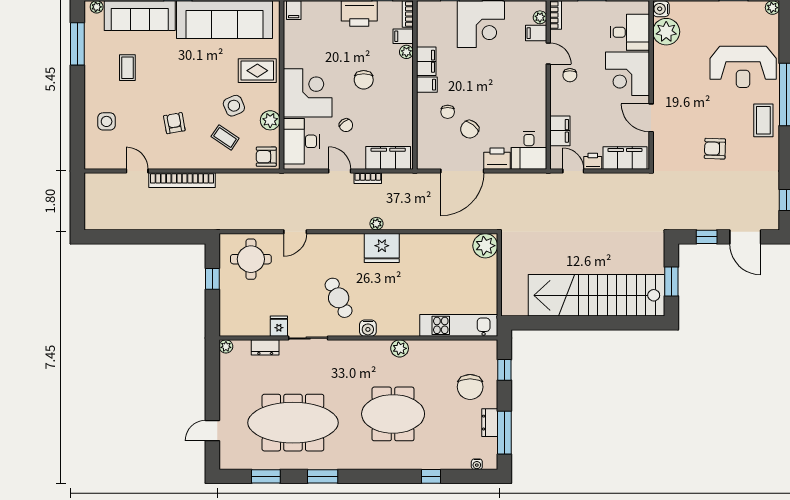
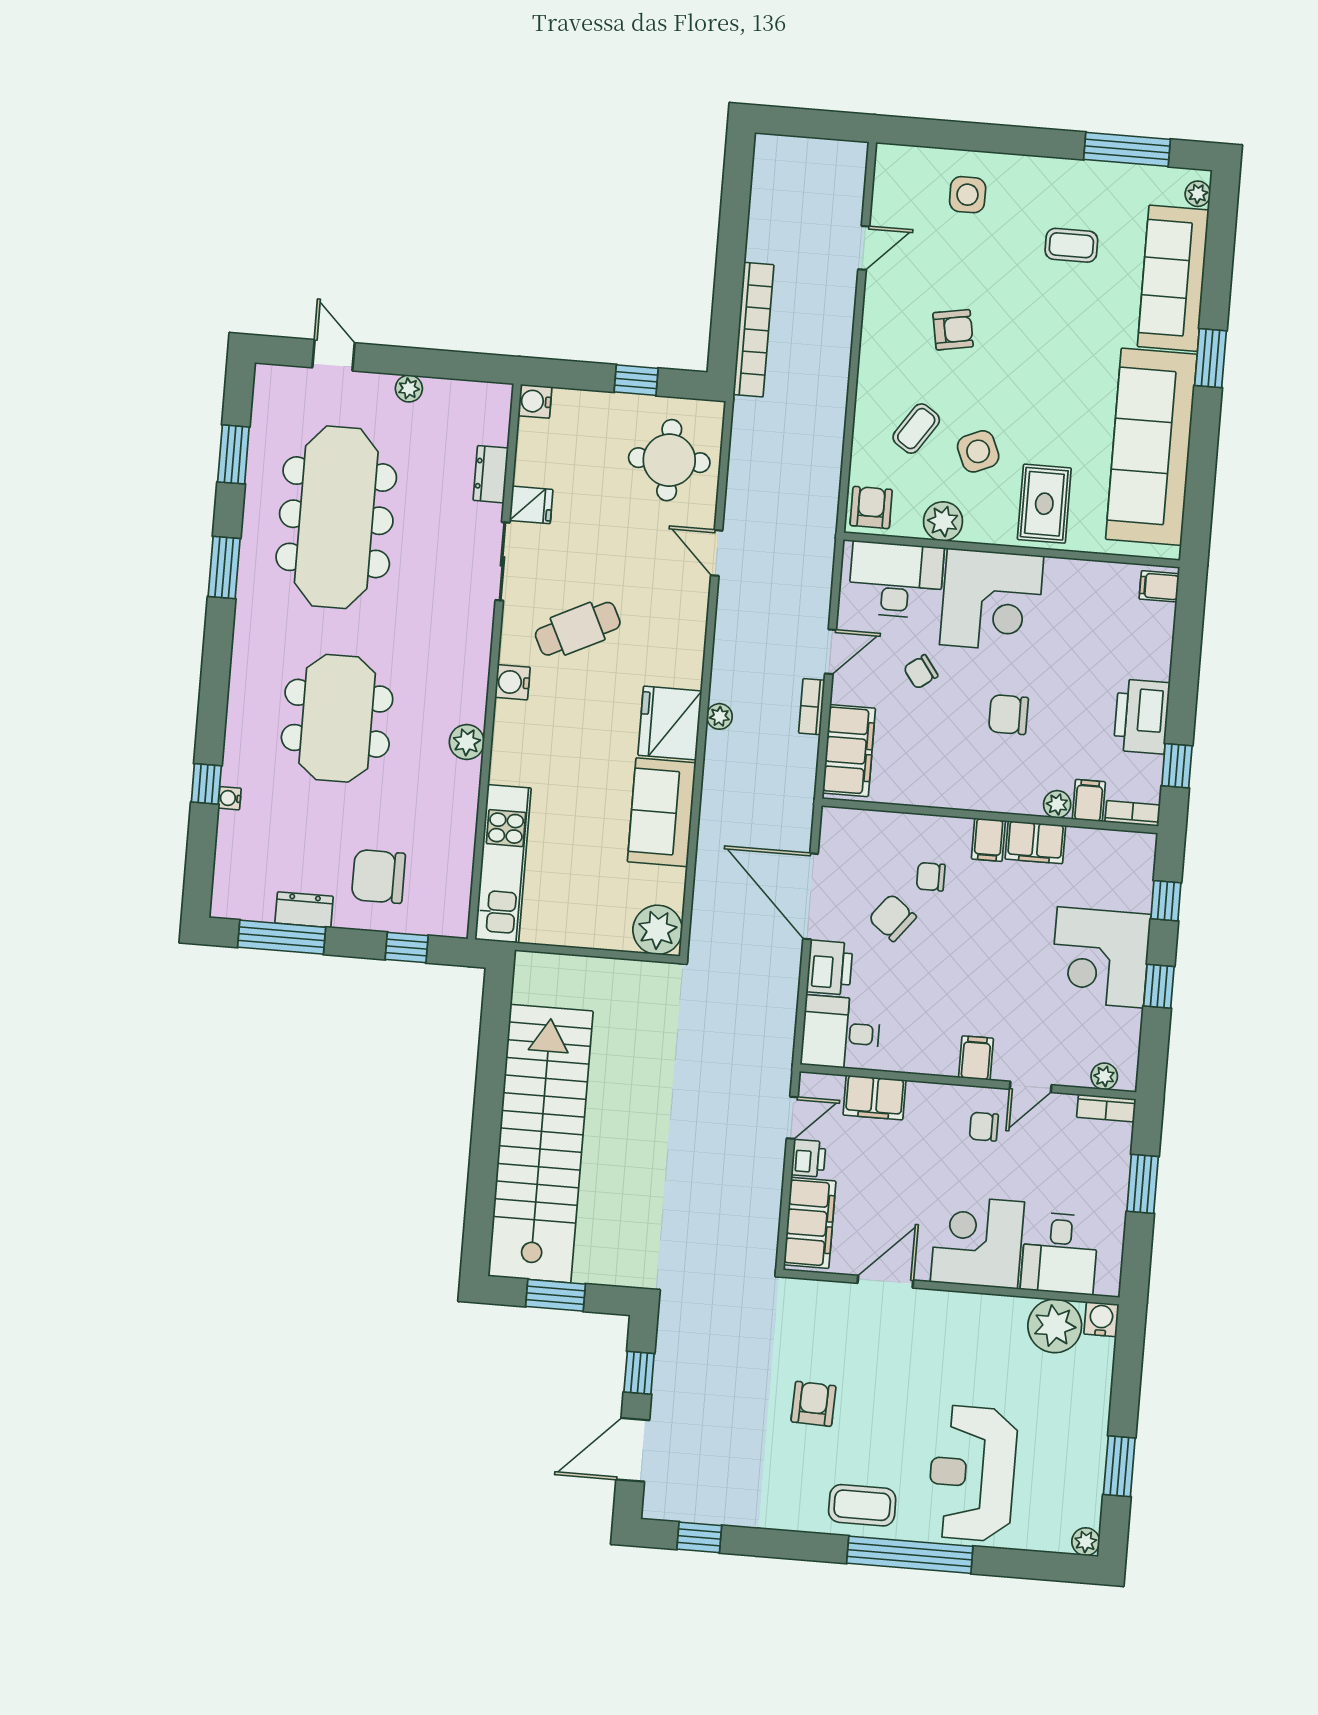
filing cabinet: (536, 33) -> (976, 1058), moved
bookcase: (182, 180) -> (754, 330), moved, turned 180
sofa: (427, 248) -> (662, 812), added
water cooler: (227, 328) -> (535, 401), added
plant: (226, 346) -> (409, 389), moved
water cooler: (477, 464) -> (230, 798), moved

